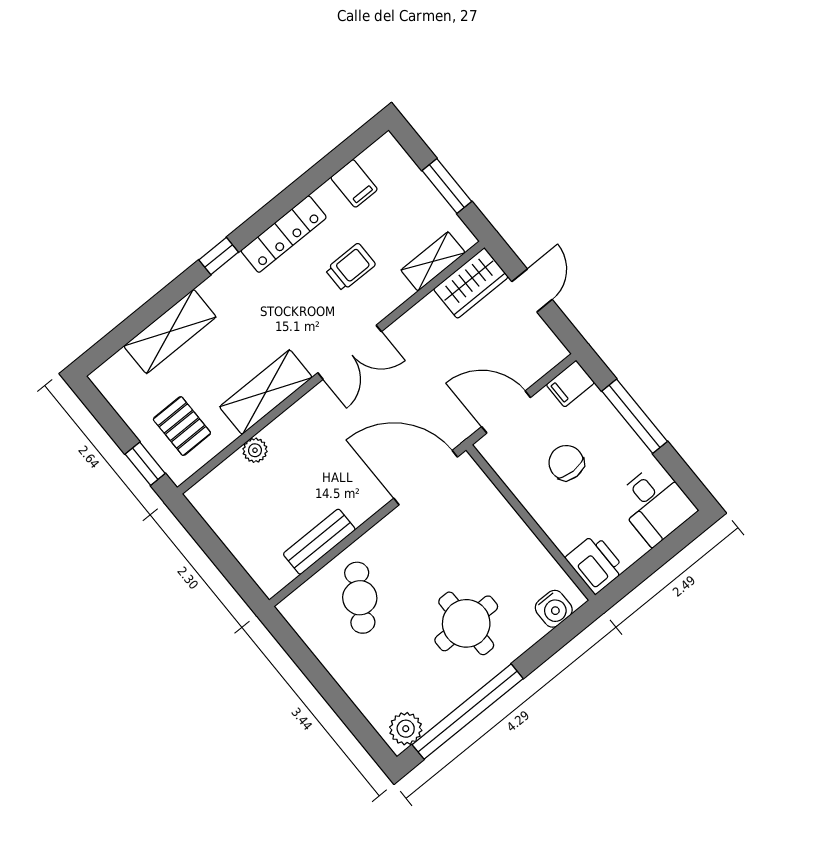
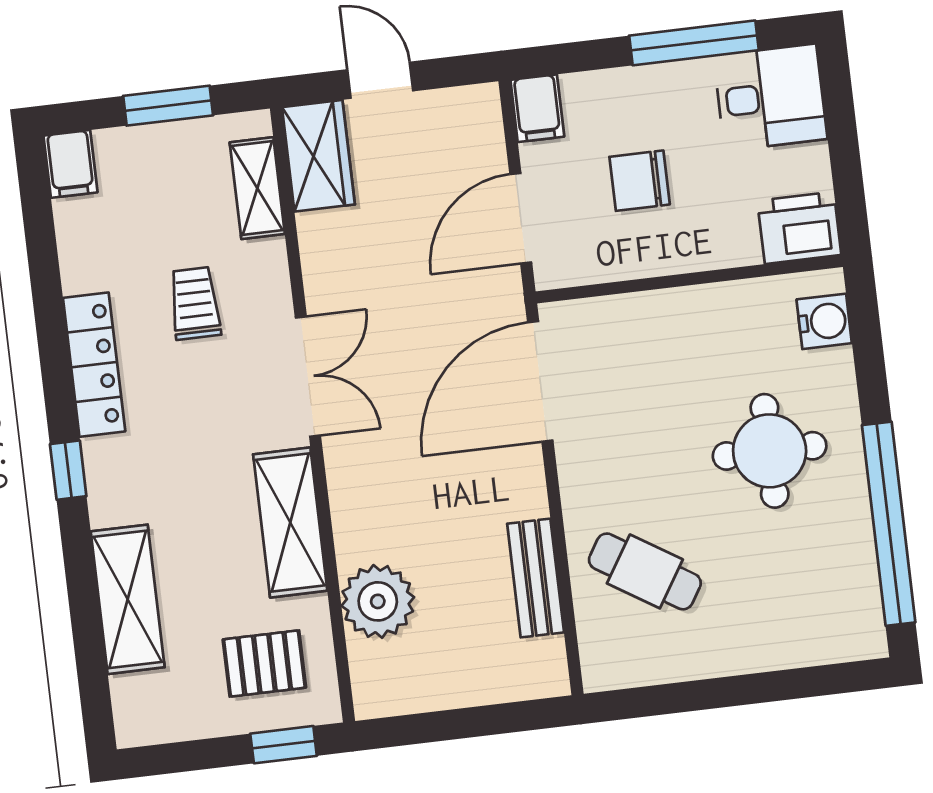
filing cabinet: (354, 183) -> (71, 164), moved, turned 90
window: (635, 416) -> (694, 43), moved
plant: (255, 450) -> (378, 601), width x1.87, depth x1.87
plant: (406, 729) -> (859, 621), removed

